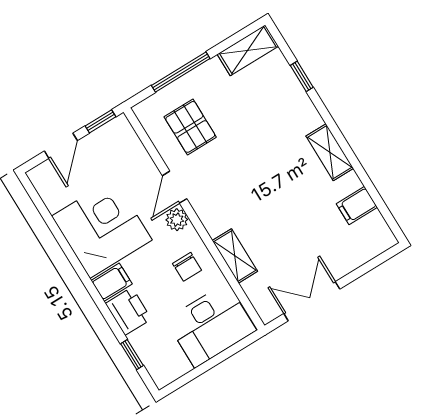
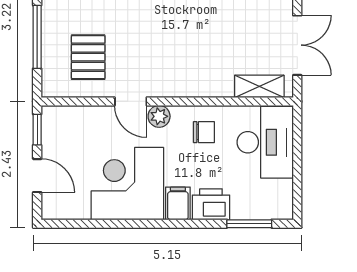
pallet: (190, 127) -> (88, 57), turned 90
shelving: (235, 256) -> (259, 86), moved
double door: (312, 301) -> (297, 45), swing flipped
window: (132, 355) -> (249, 224), width x1.50

